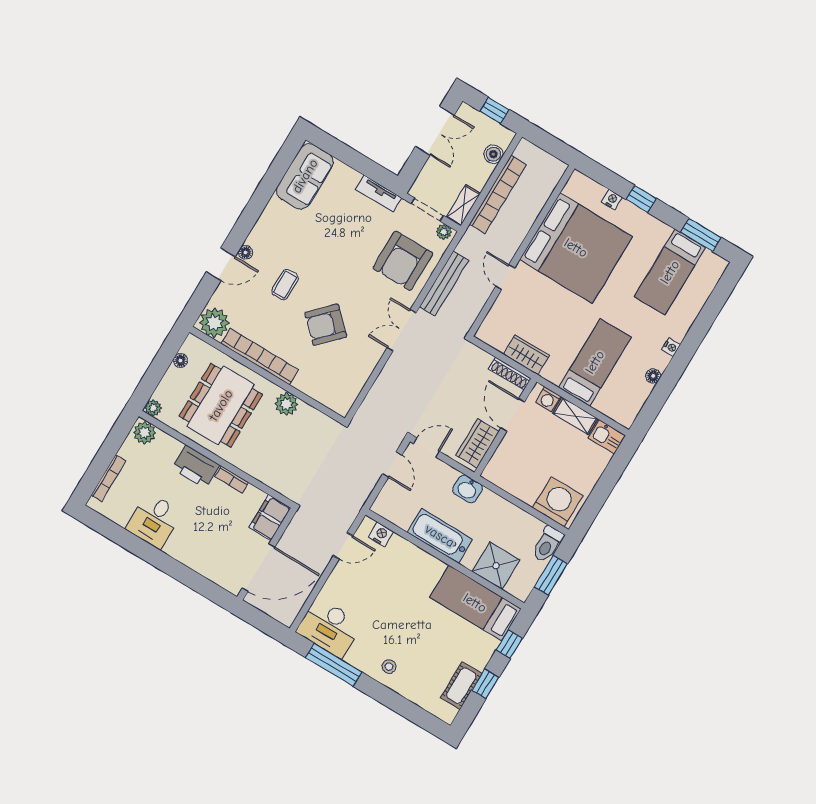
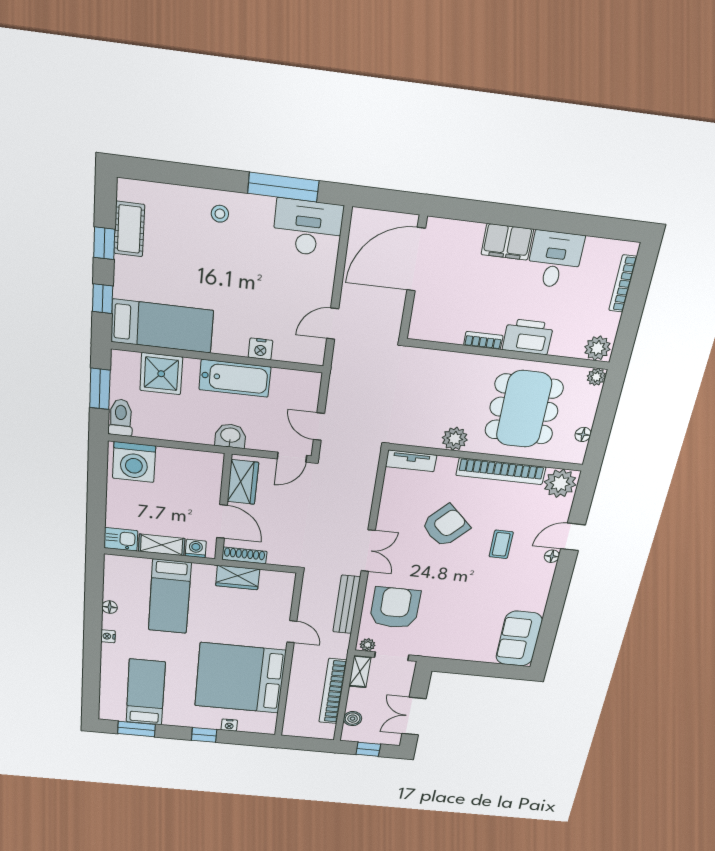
tv unit: (379, 194) -> (411, 461), moved, turned 180
filing cabinet: (270, 518) -> (507, 242), moved, turned 90
nightstand: (381, 534) -> (260, 349), moved

